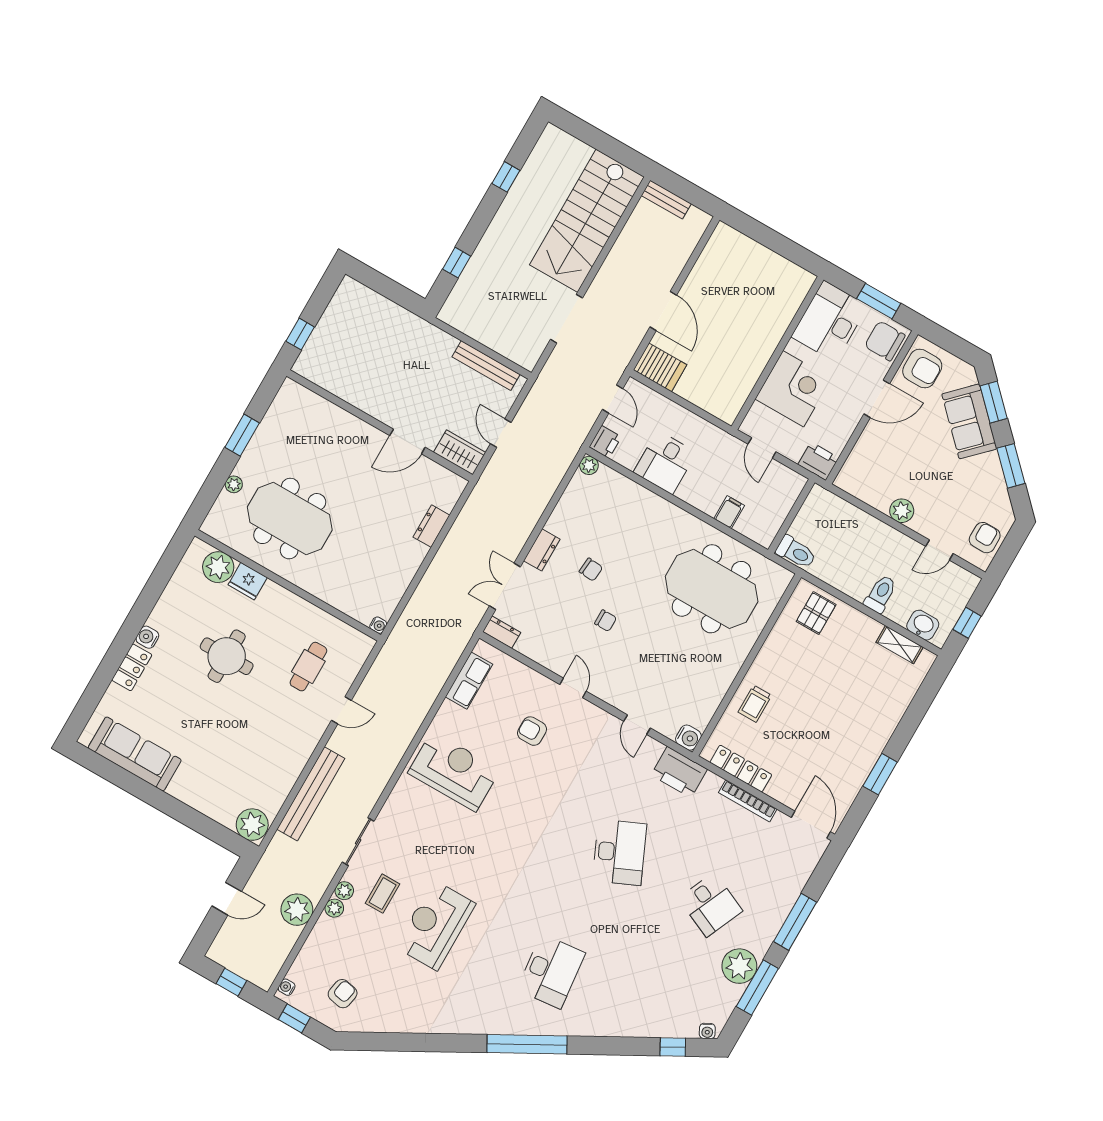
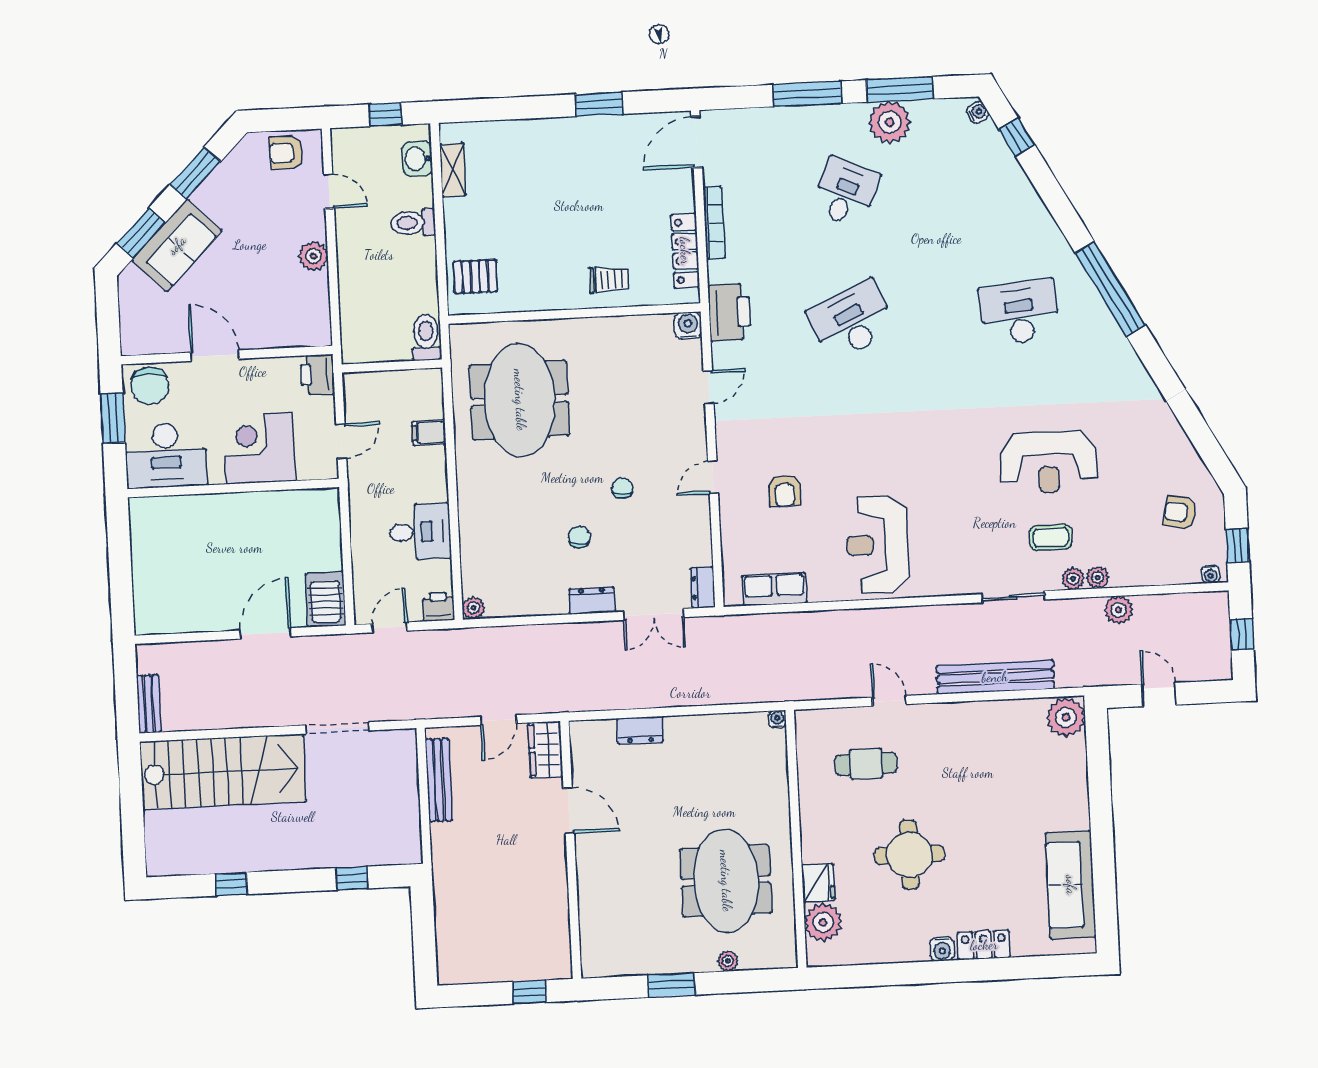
armchair: (922, 369) -> (153, 329), removed
plant: (297, 910) -> (1119, 610), width x0.73, depth x0.73

